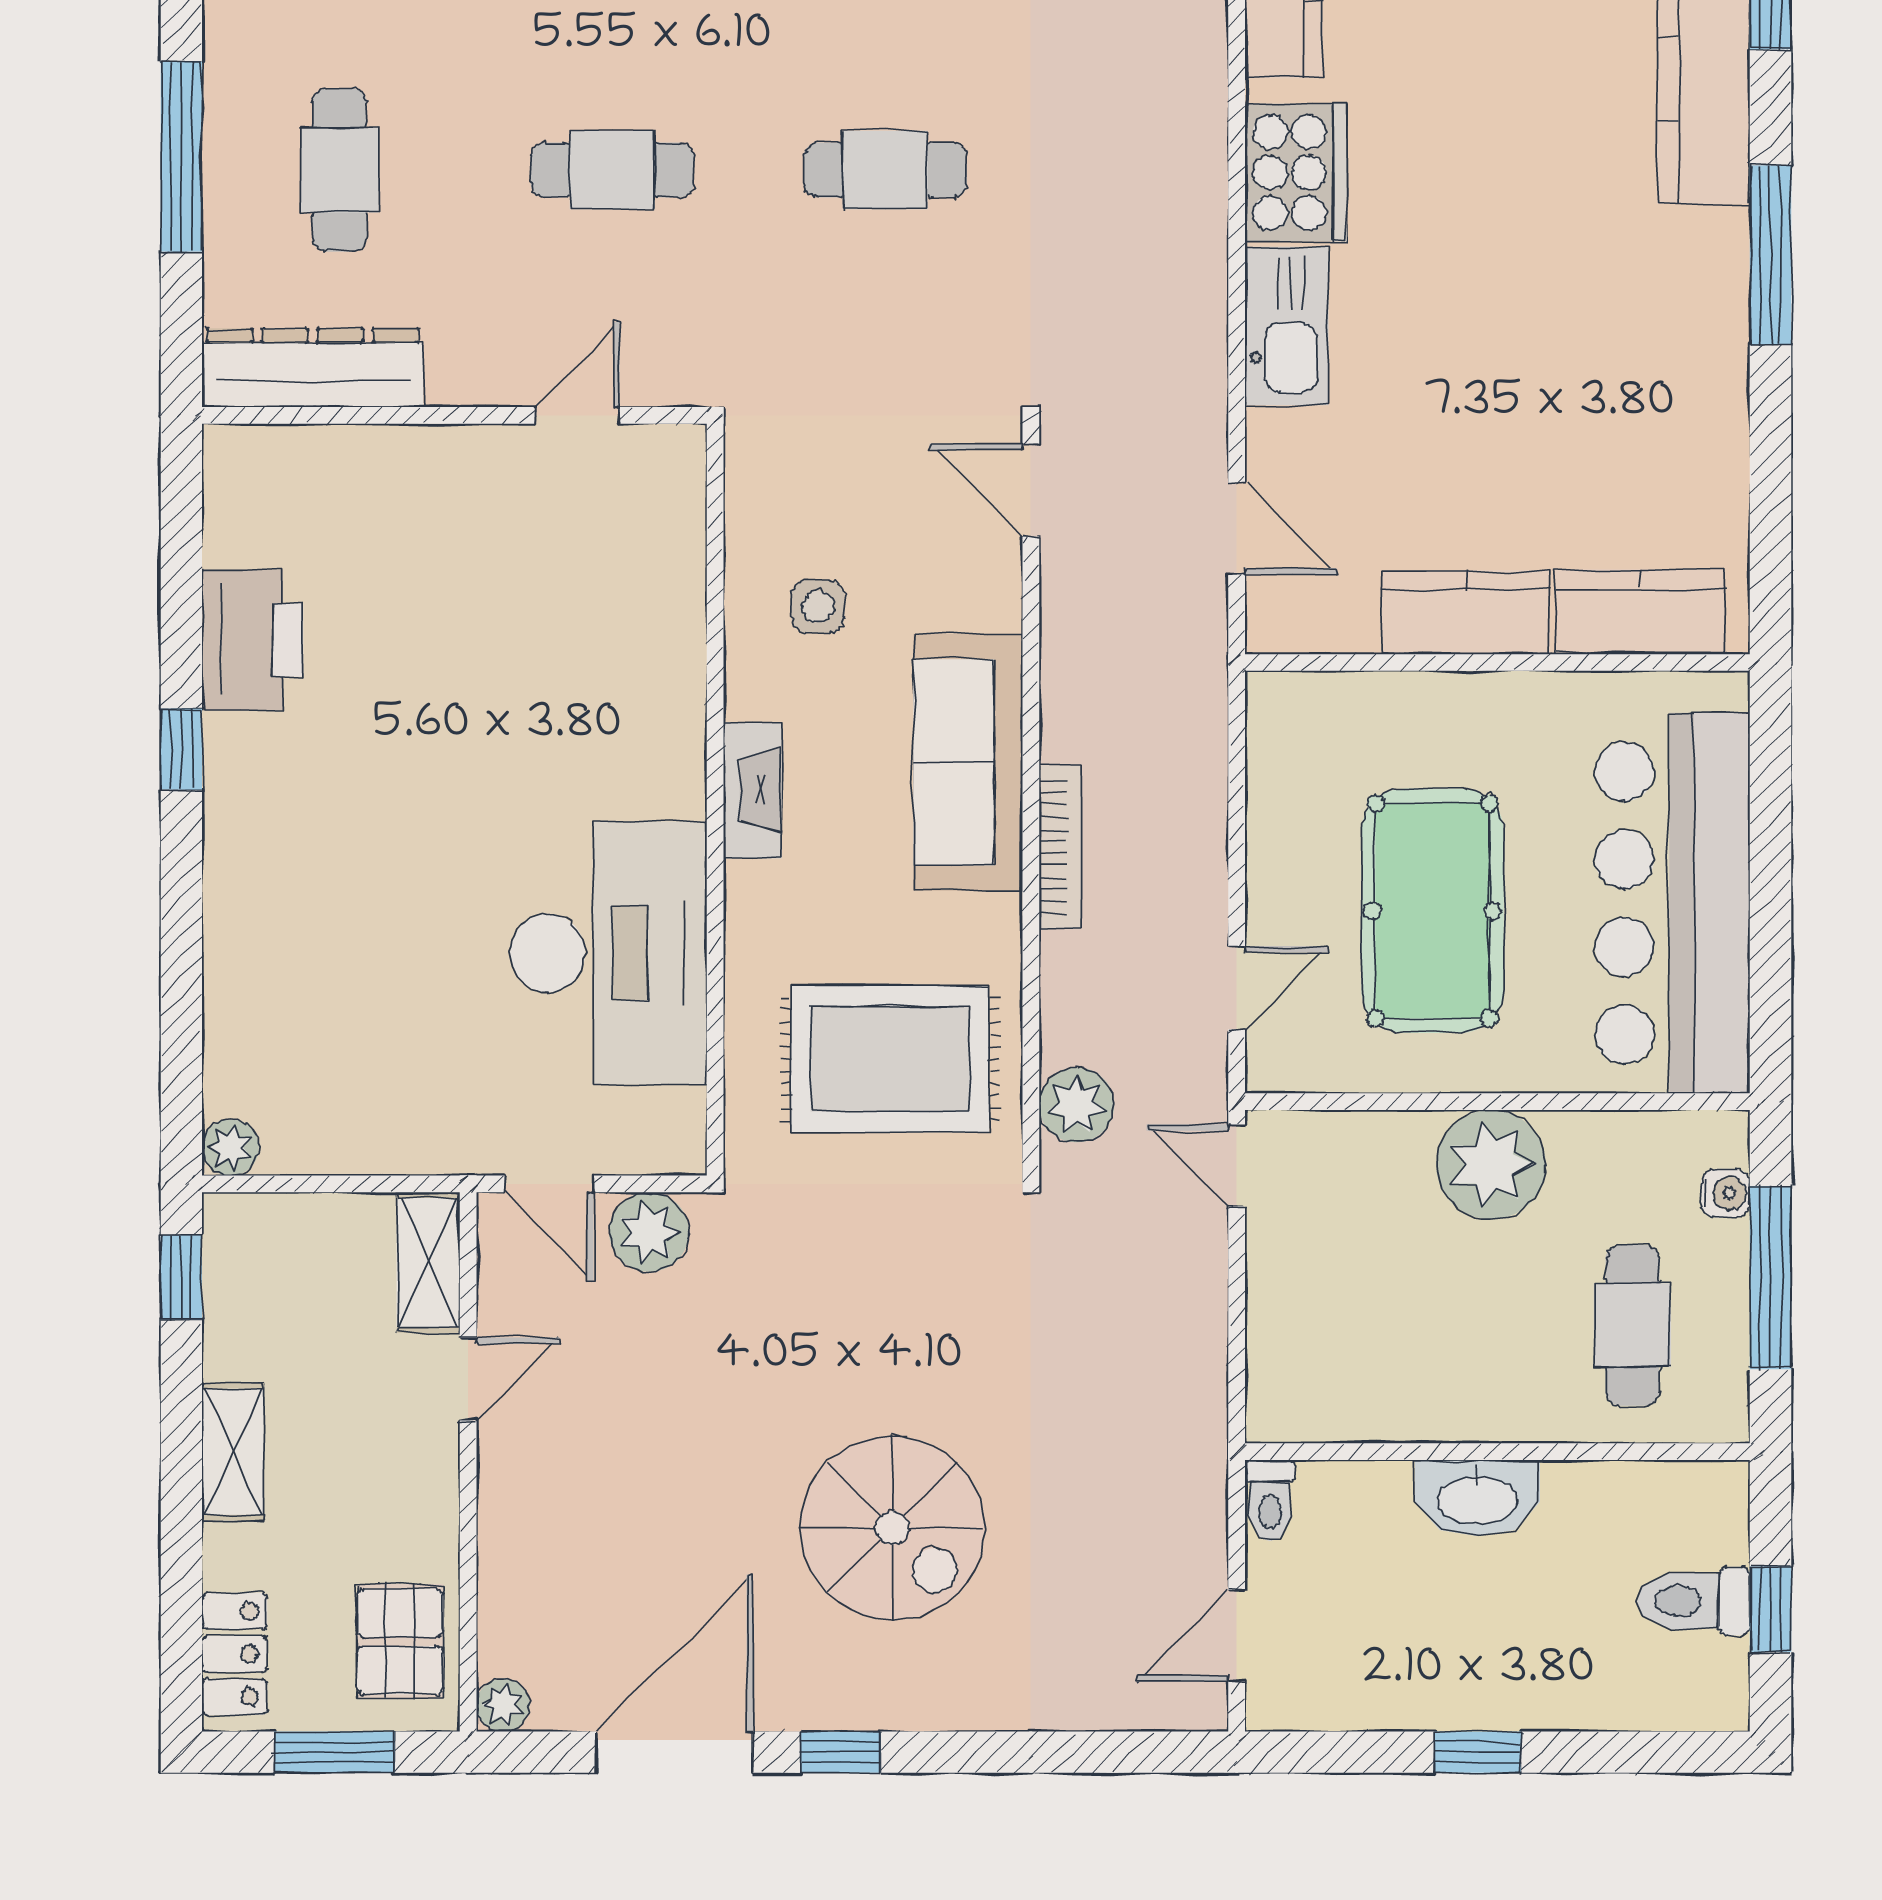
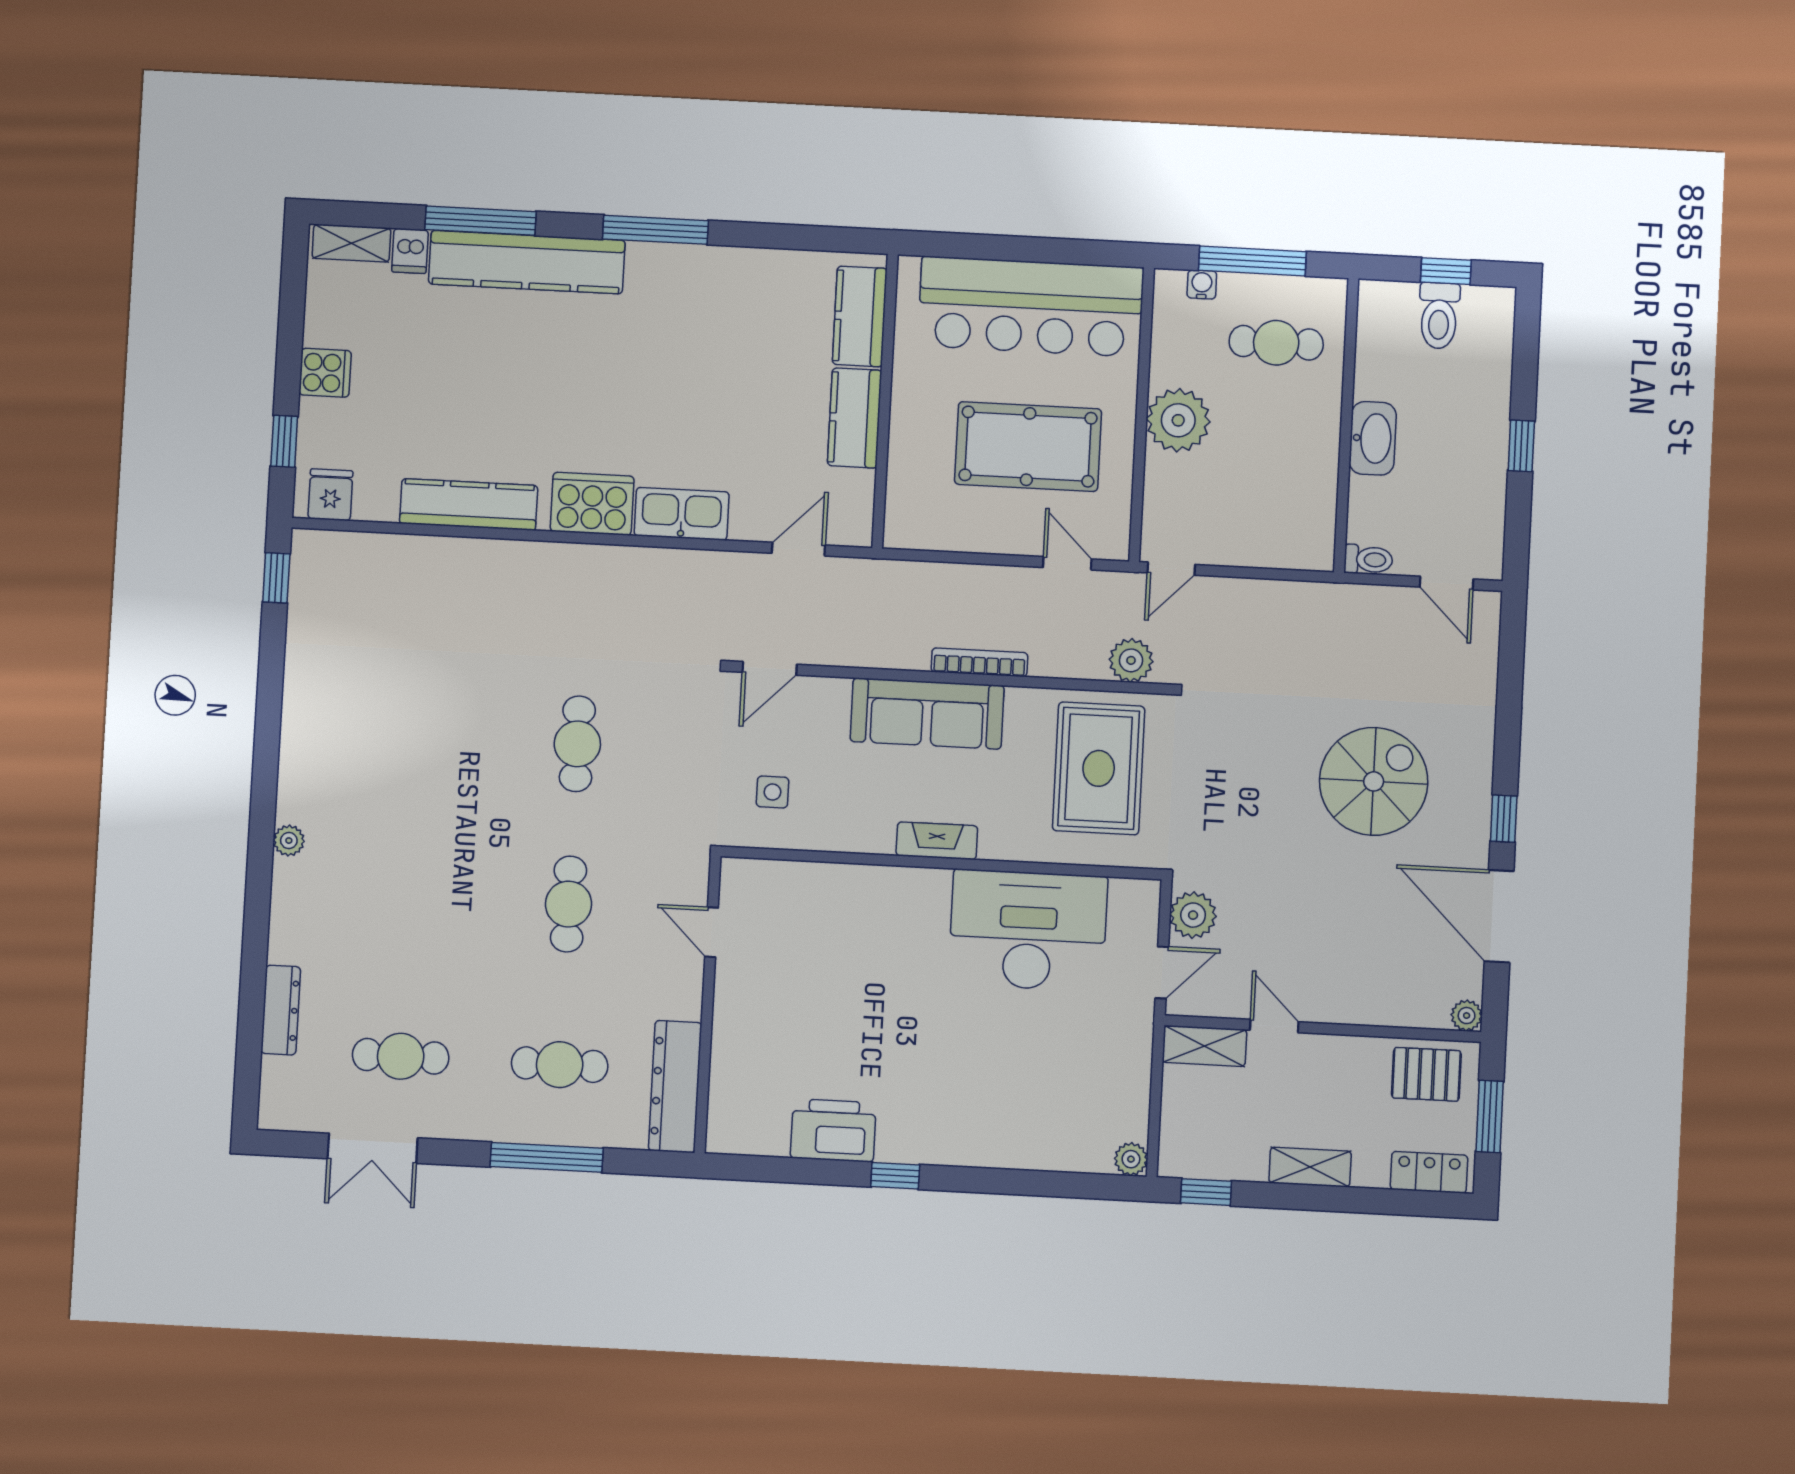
side table: (818, 607) -> (772, 792), moved

